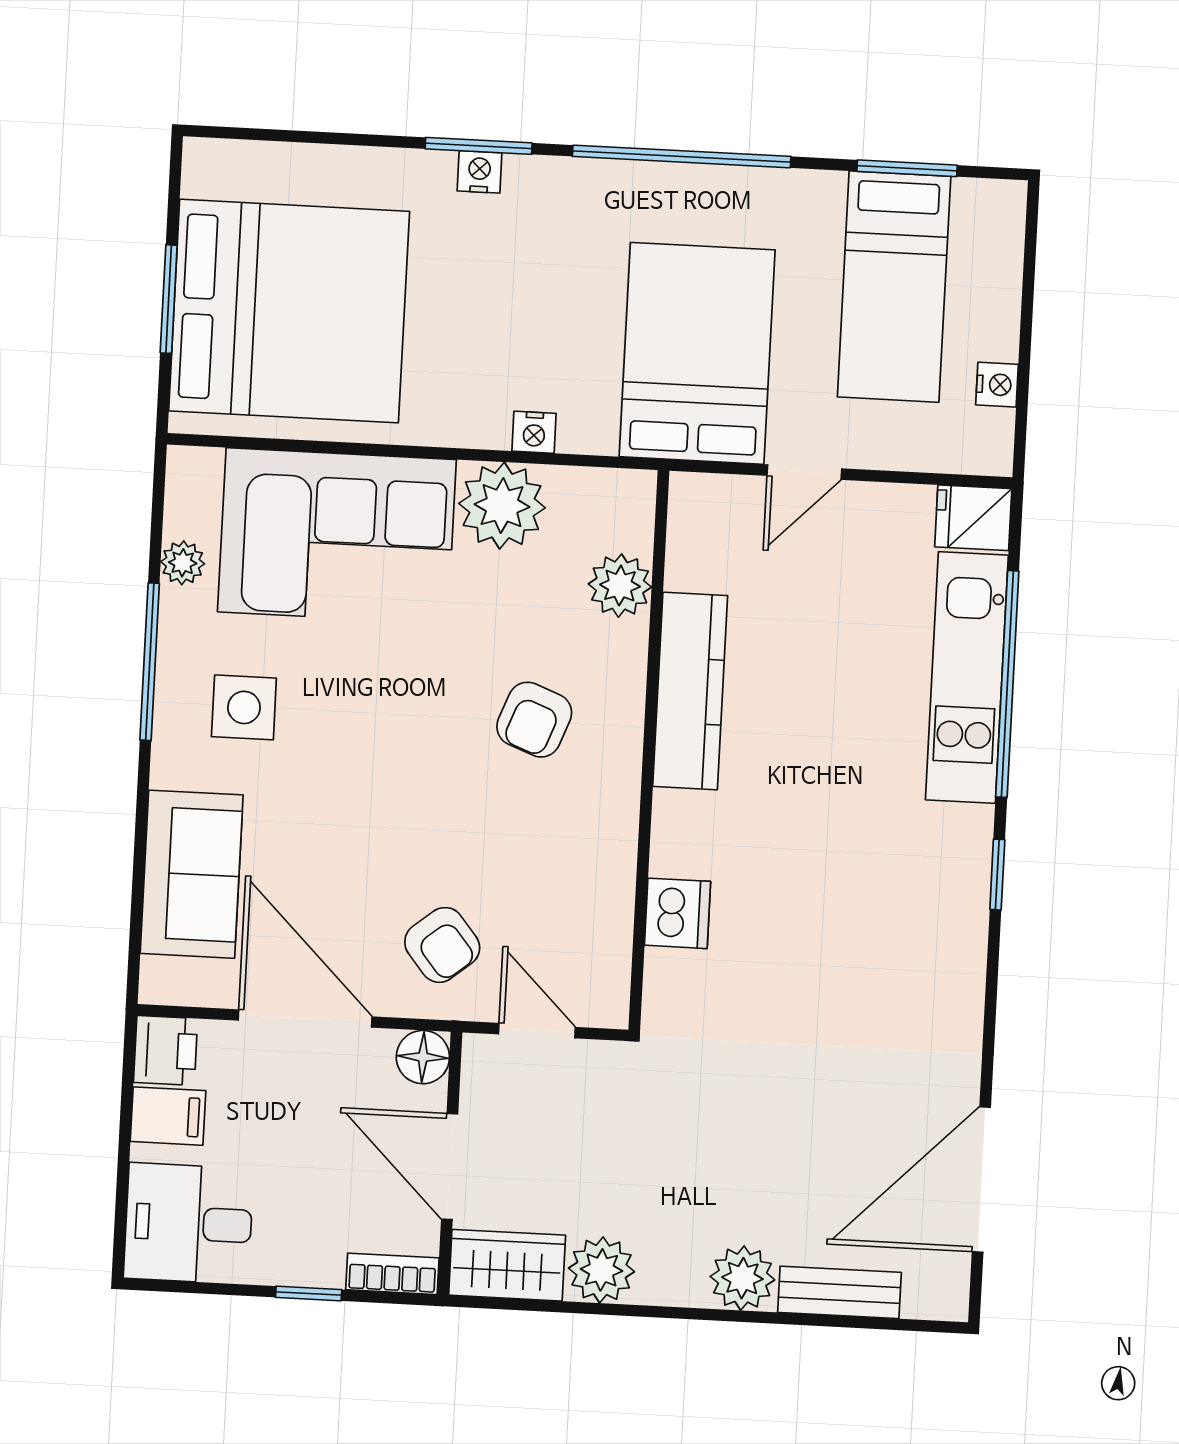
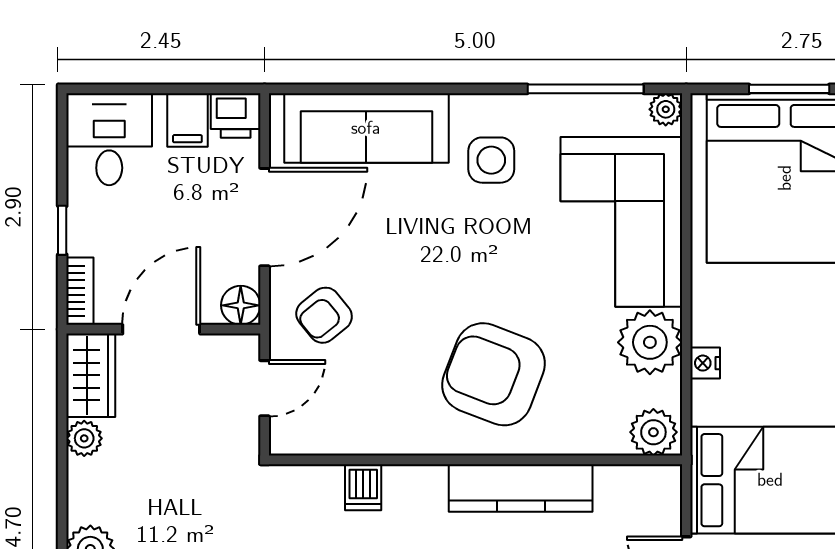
plant: (183, 563) -> (666, 109), moved
plant: (620, 586) -> (653, 432), moved
window: (150, 662) -> (586, 89), moved
armchair: (534, 720) -> (494, 374), width x1.88, depth x1.88
sofa: (192, 874) -> (366, 128), width x1.36
dishwasher: (677, 913) -> (363, 487), width x0.73
plant: (601, 1270) -> (84, 438), width x0.73, depth x0.73

